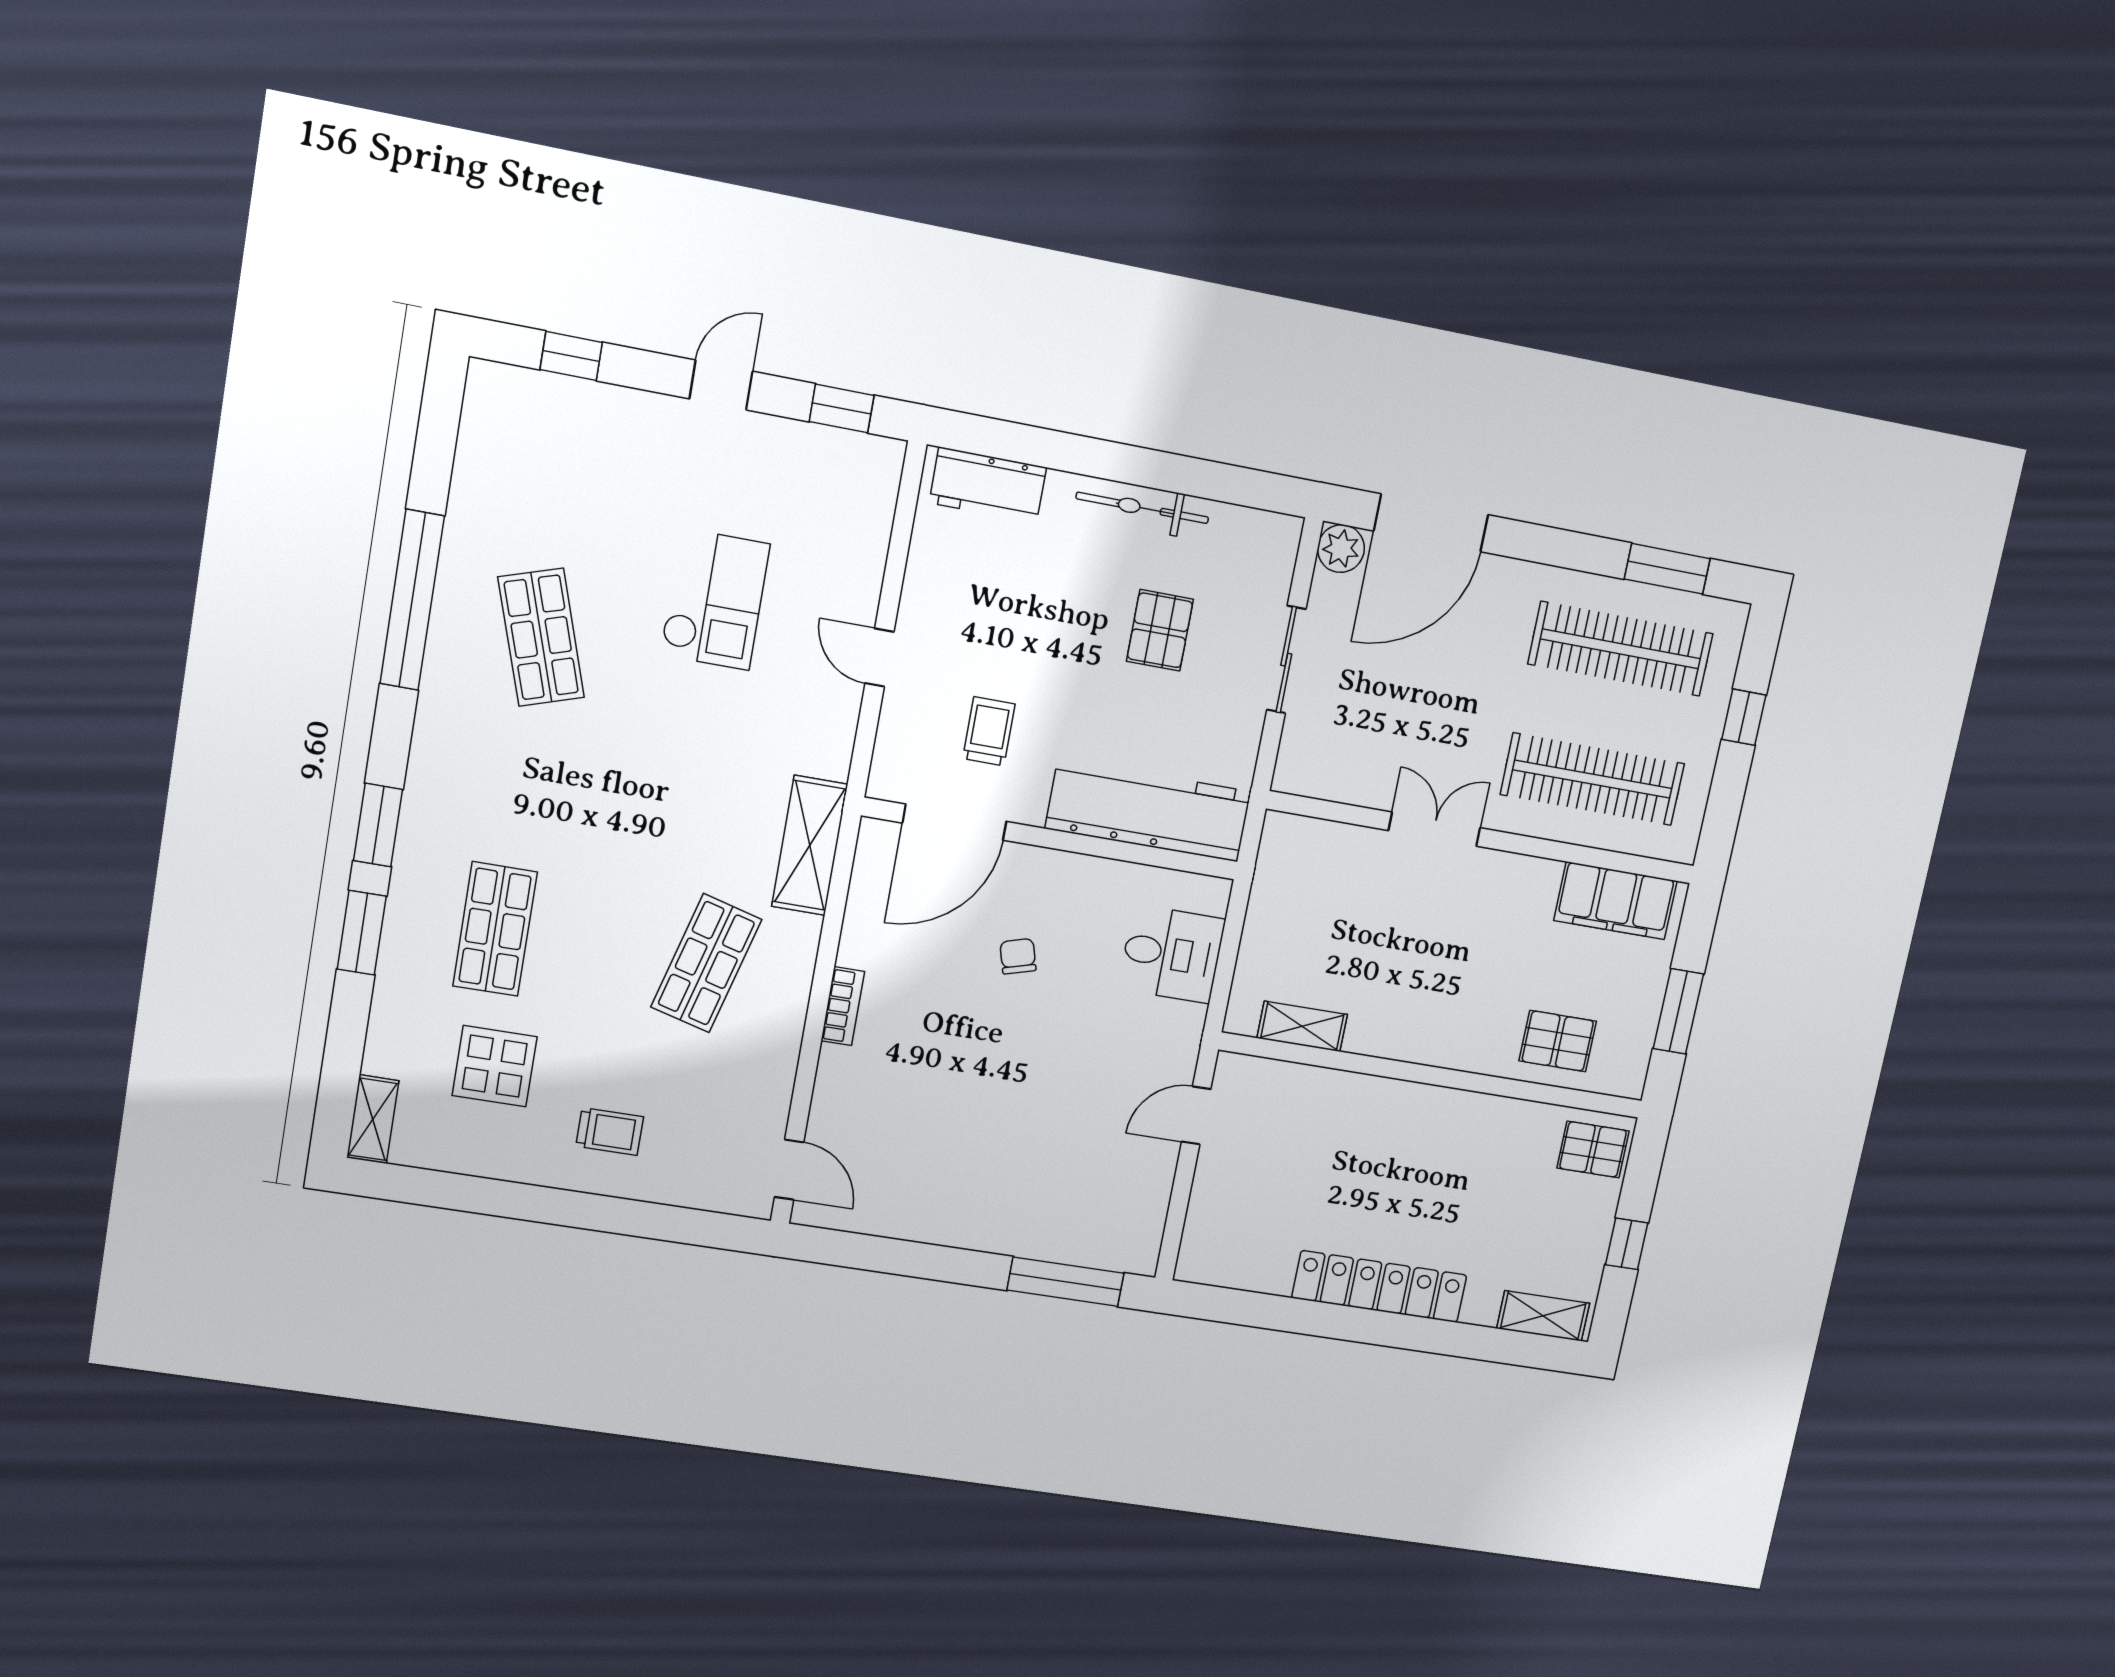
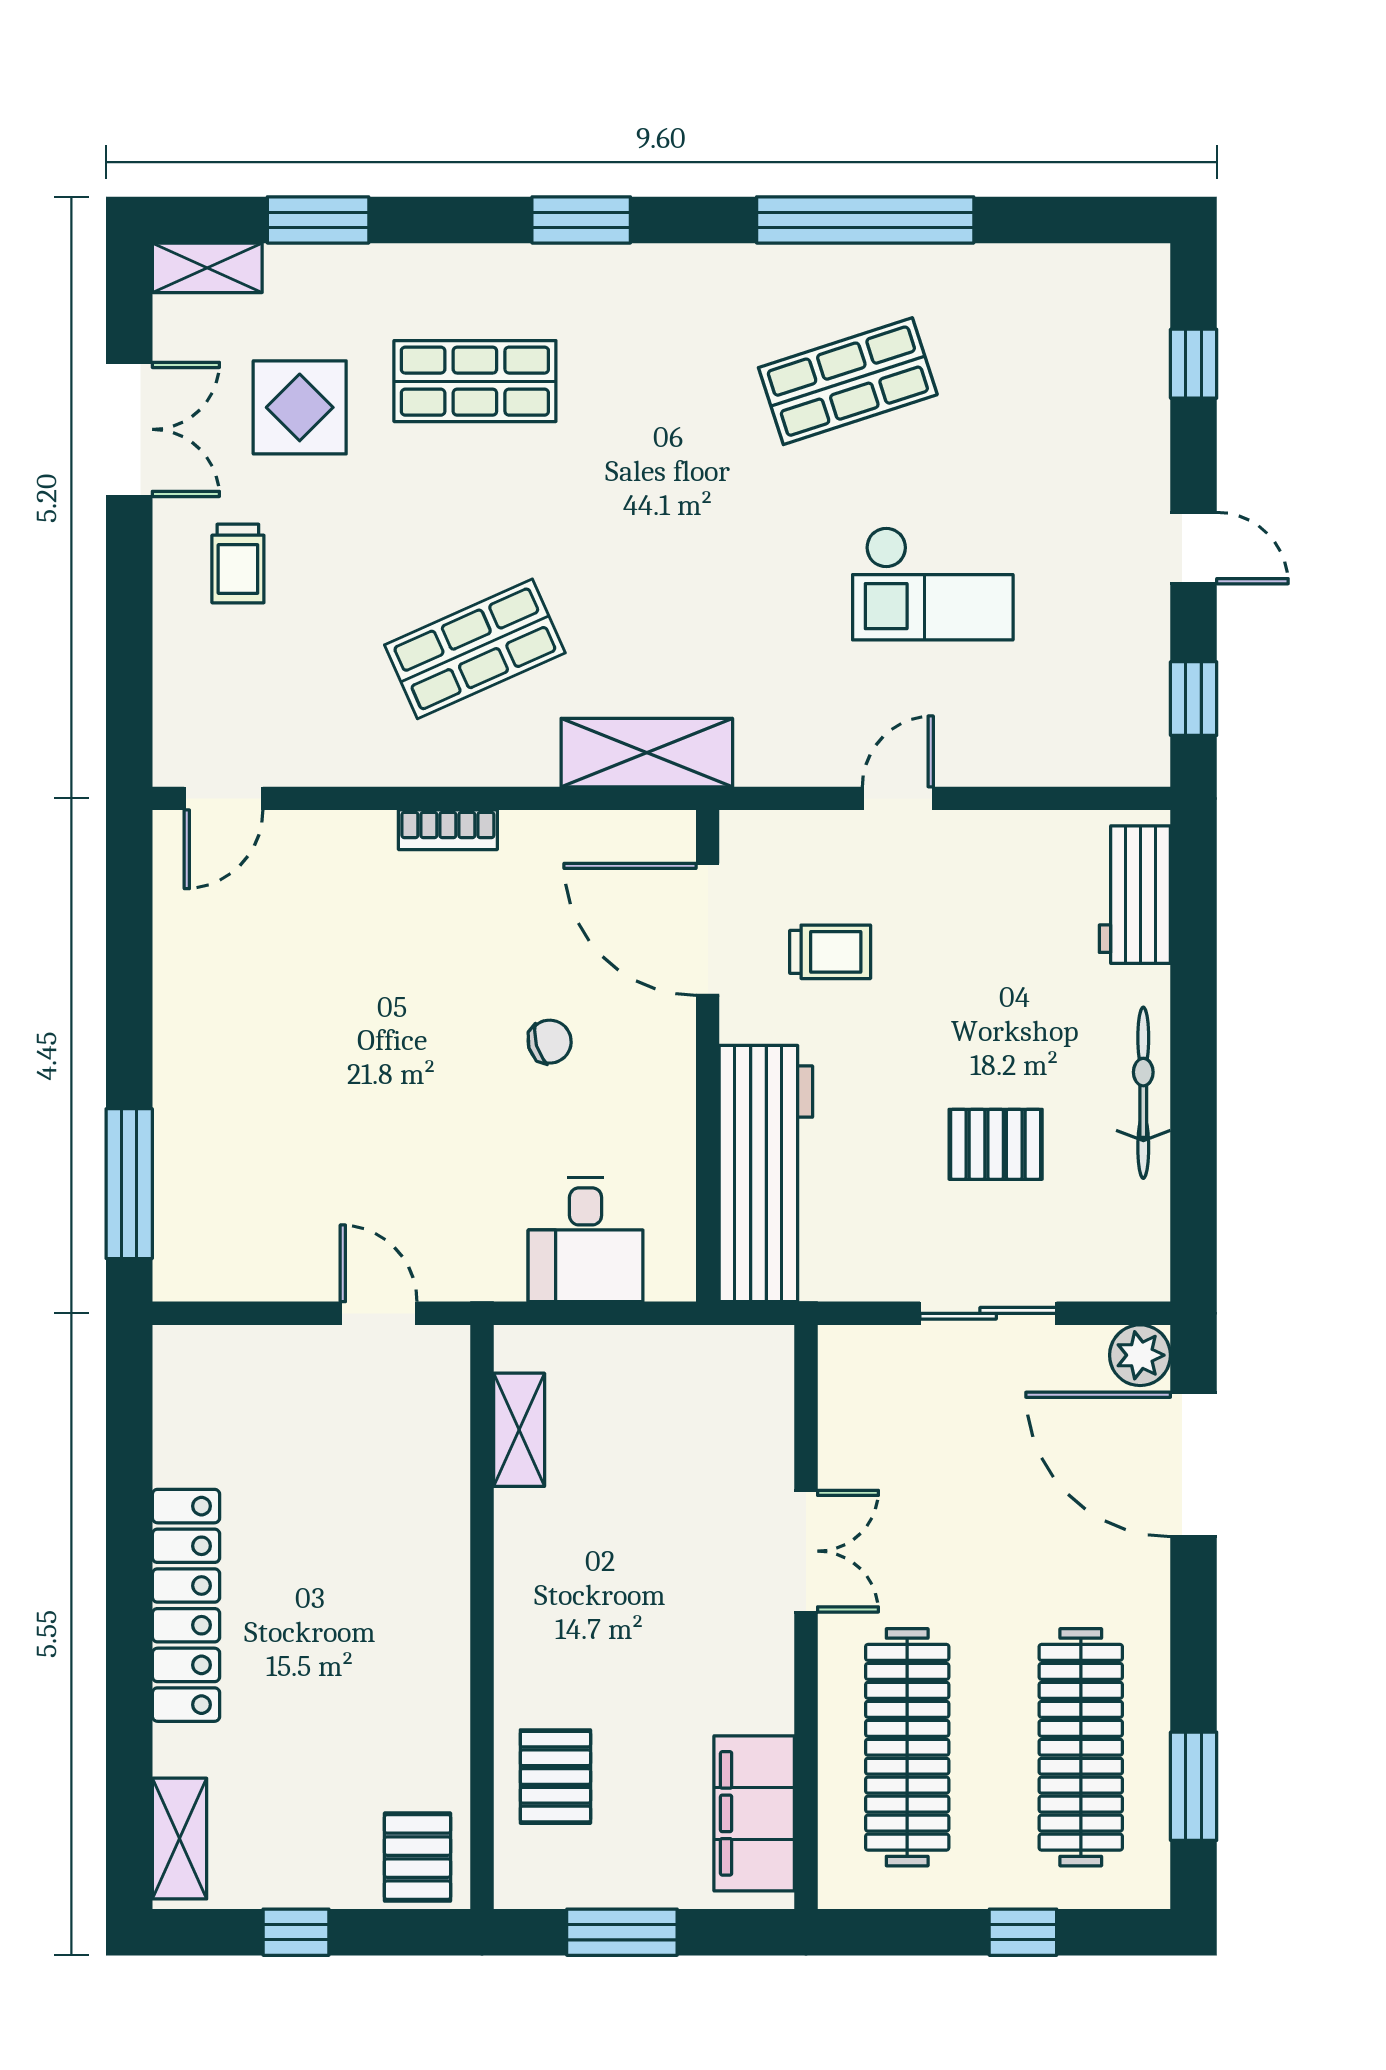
window: (362, 933) -> (318, 220), moved
shop shelf: (706, 963) -> (475, 649), turned -39
double door: (491, 1197) -> (129, 429), added

